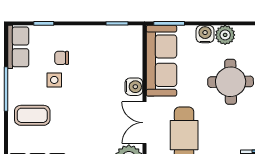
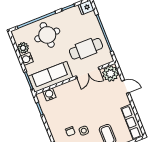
water cooler: (134, 87) -> (49, 94), moved

